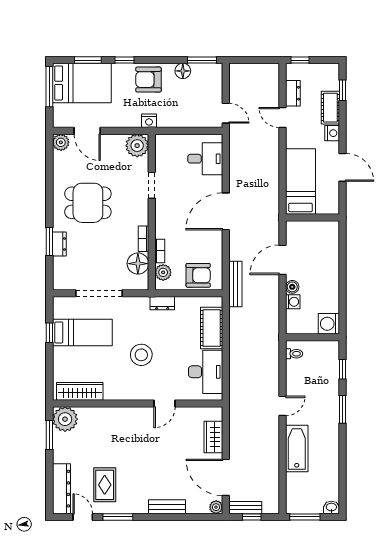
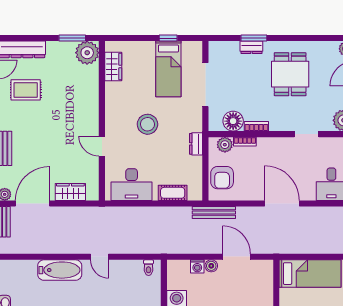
cot: (212, 328) -> (173, 193), width x0.73, depth x0.75
wardrobe: (80, 391) -> (113, 67), width x0.67

